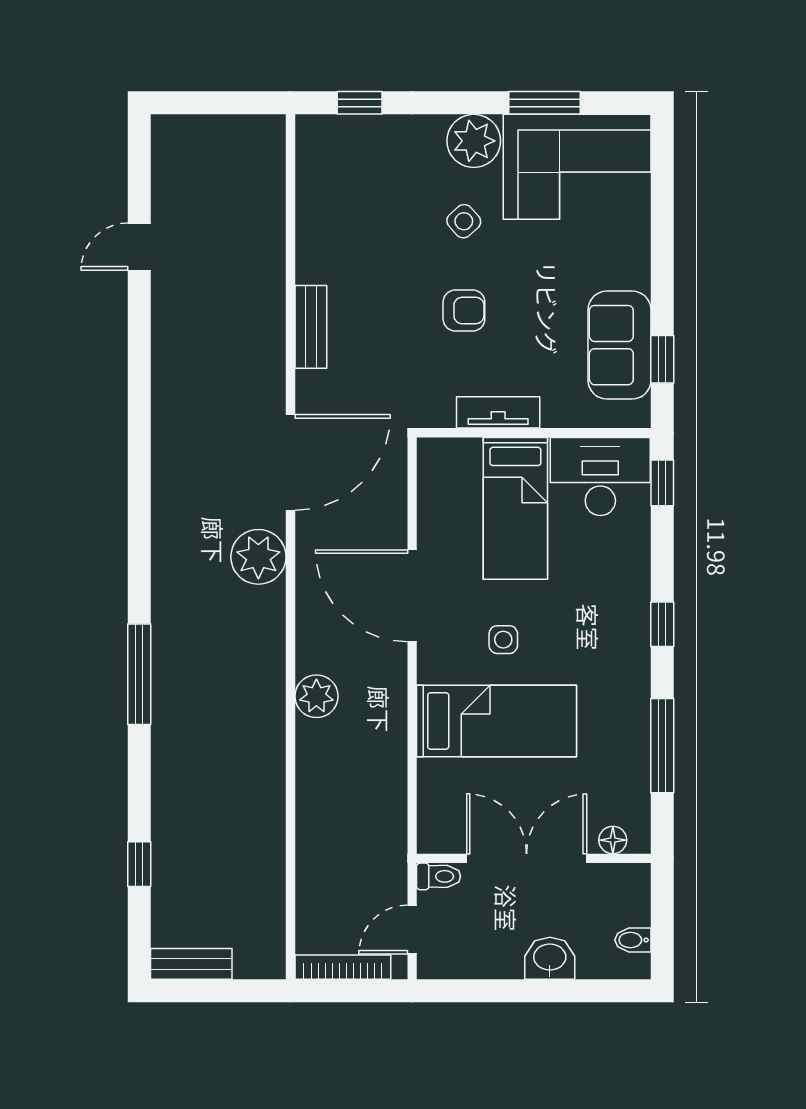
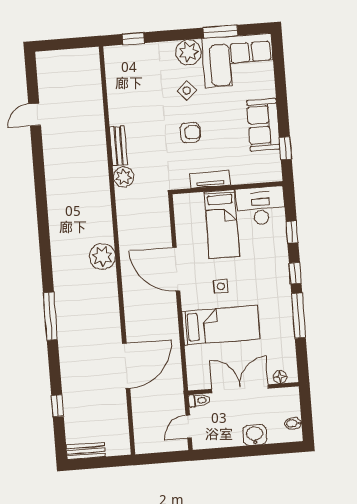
sofa: (619, 345) -> (263, 125), moved
door: (290, 462) -> (126, 366), moved
window: (662, 483) -> (292, 232), moved
plant: (316, 696) -> (124, 177), moved
window: (662, 746) -> (299, 316), moved
bookcase: (343, 967) -> (157, 447), removed

